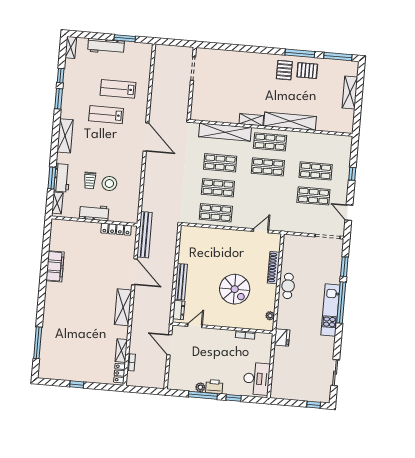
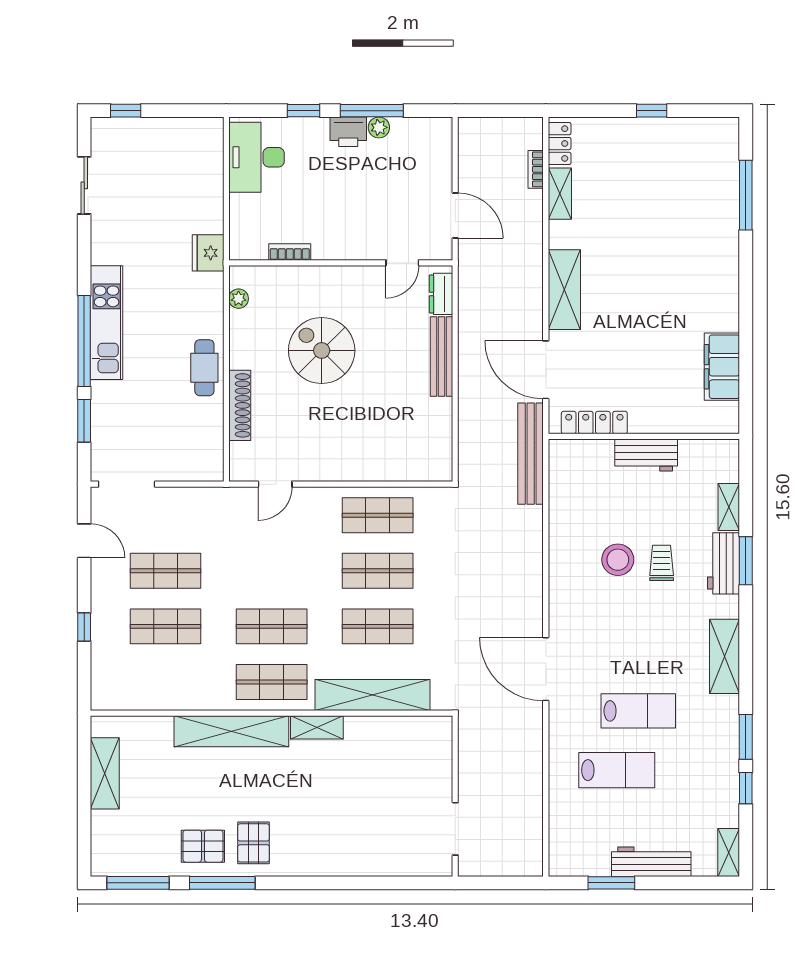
shelving: (350, 93) -> (105, 773), moved
workbench: (94, 213) -> (646, 455), moved
wall: (94, 221) -> (644, 436), moved
locker: (116, 229) -> (594, 423), moved

